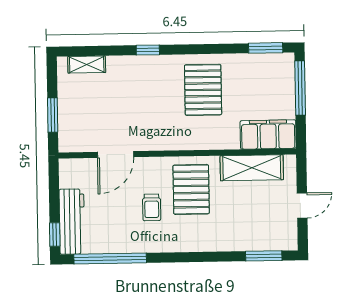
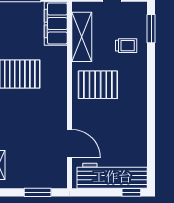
trolley: (152, 207) -> (126, 46), moved
workbench: (72, 222) -> (112, 176), width x1.36, depth x1.32
window: (110, 259) -> (151, 149), removed

